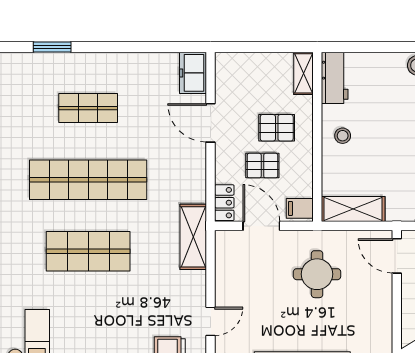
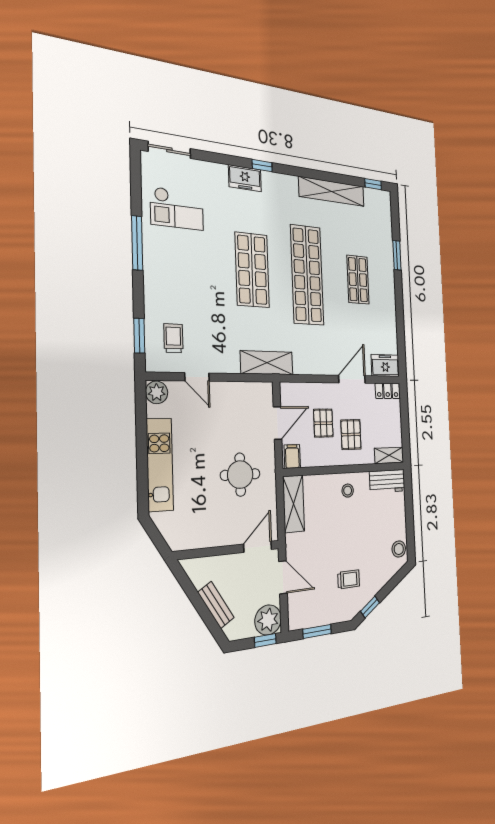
locker: (224, 203) -> (388, 391), moved

